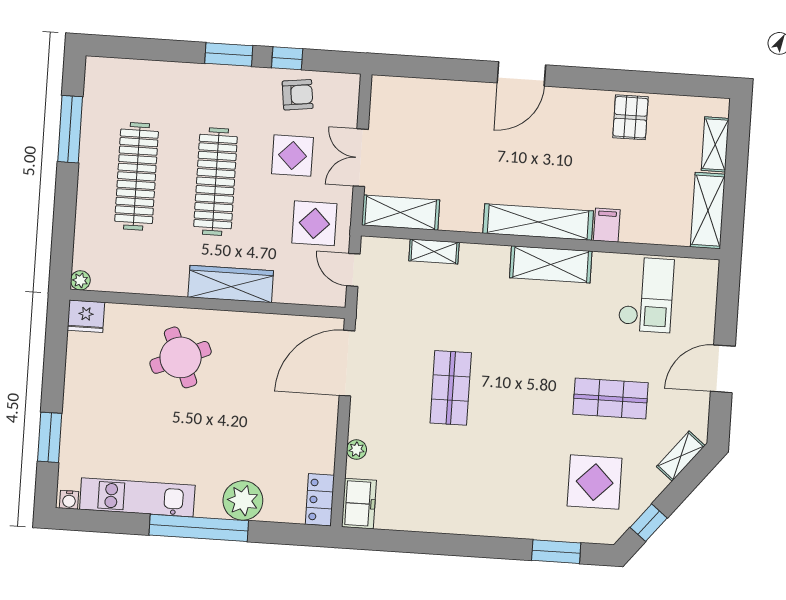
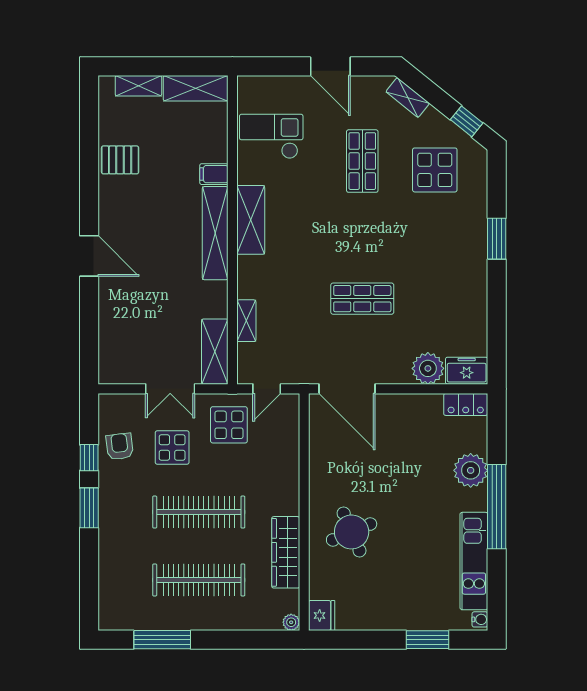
wardrobe: (231, 284) -> (286, 552), moved
plant: (357, 450) -> (428, 368), width x1.88, depth x1.88
window: (556, 552) -> (497, 239), moved

